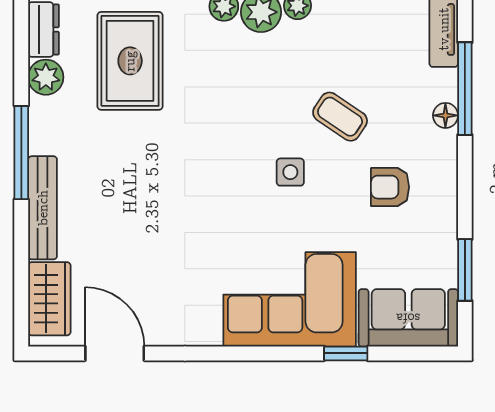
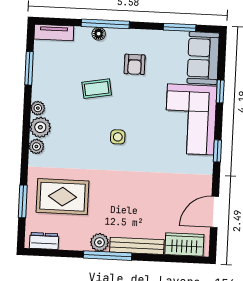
plant: (46, 77) -> (99, 242), moved
window: (465, 89) -> (105, 24), moved
coffee table: (340, 117) -> (97, 89), turned 46
side table: (290, 172) -> (118, 137), moved
window: (232, 353) -> (217, 151), added

